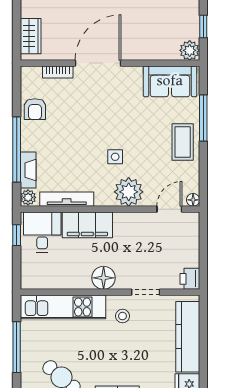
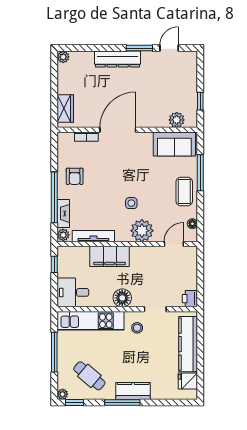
plant: (190, 50) -> (177, 120), moved
armchair: (35, 109) -> (75, 176), moved
floor lamp: (193, 200) -> (192, 224), moved
desk: (42, 232) -> (73, 292), moved, turned -90

